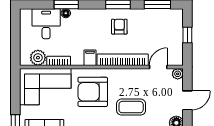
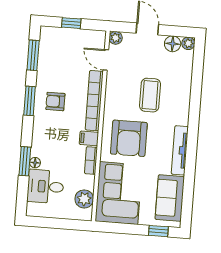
bookcase: (59, 61) -> (91, 160), moved

